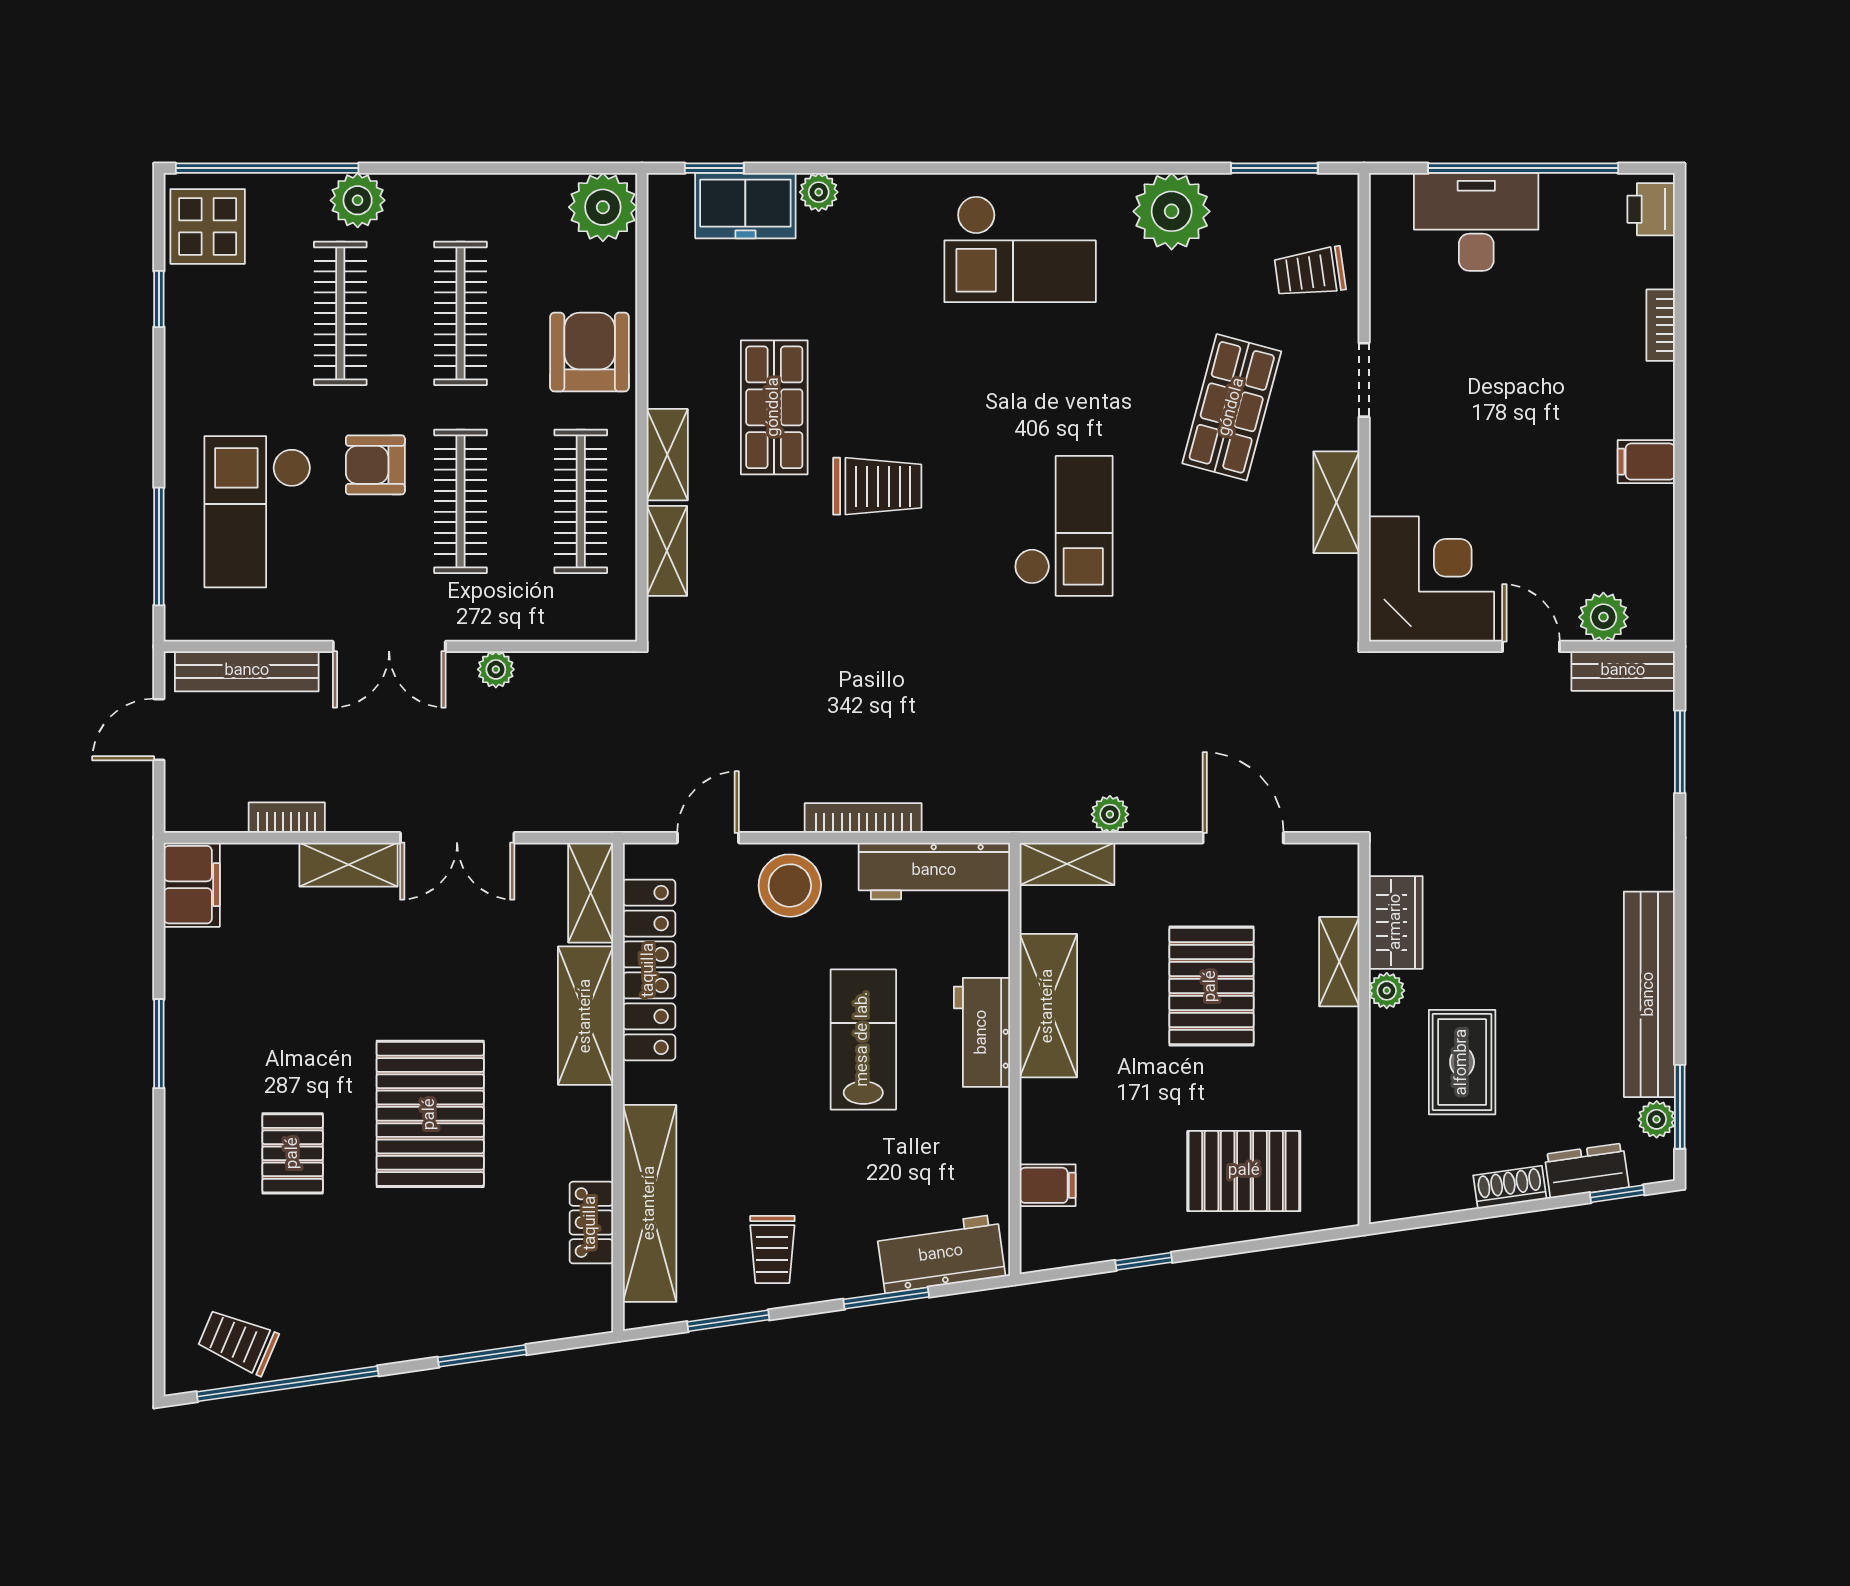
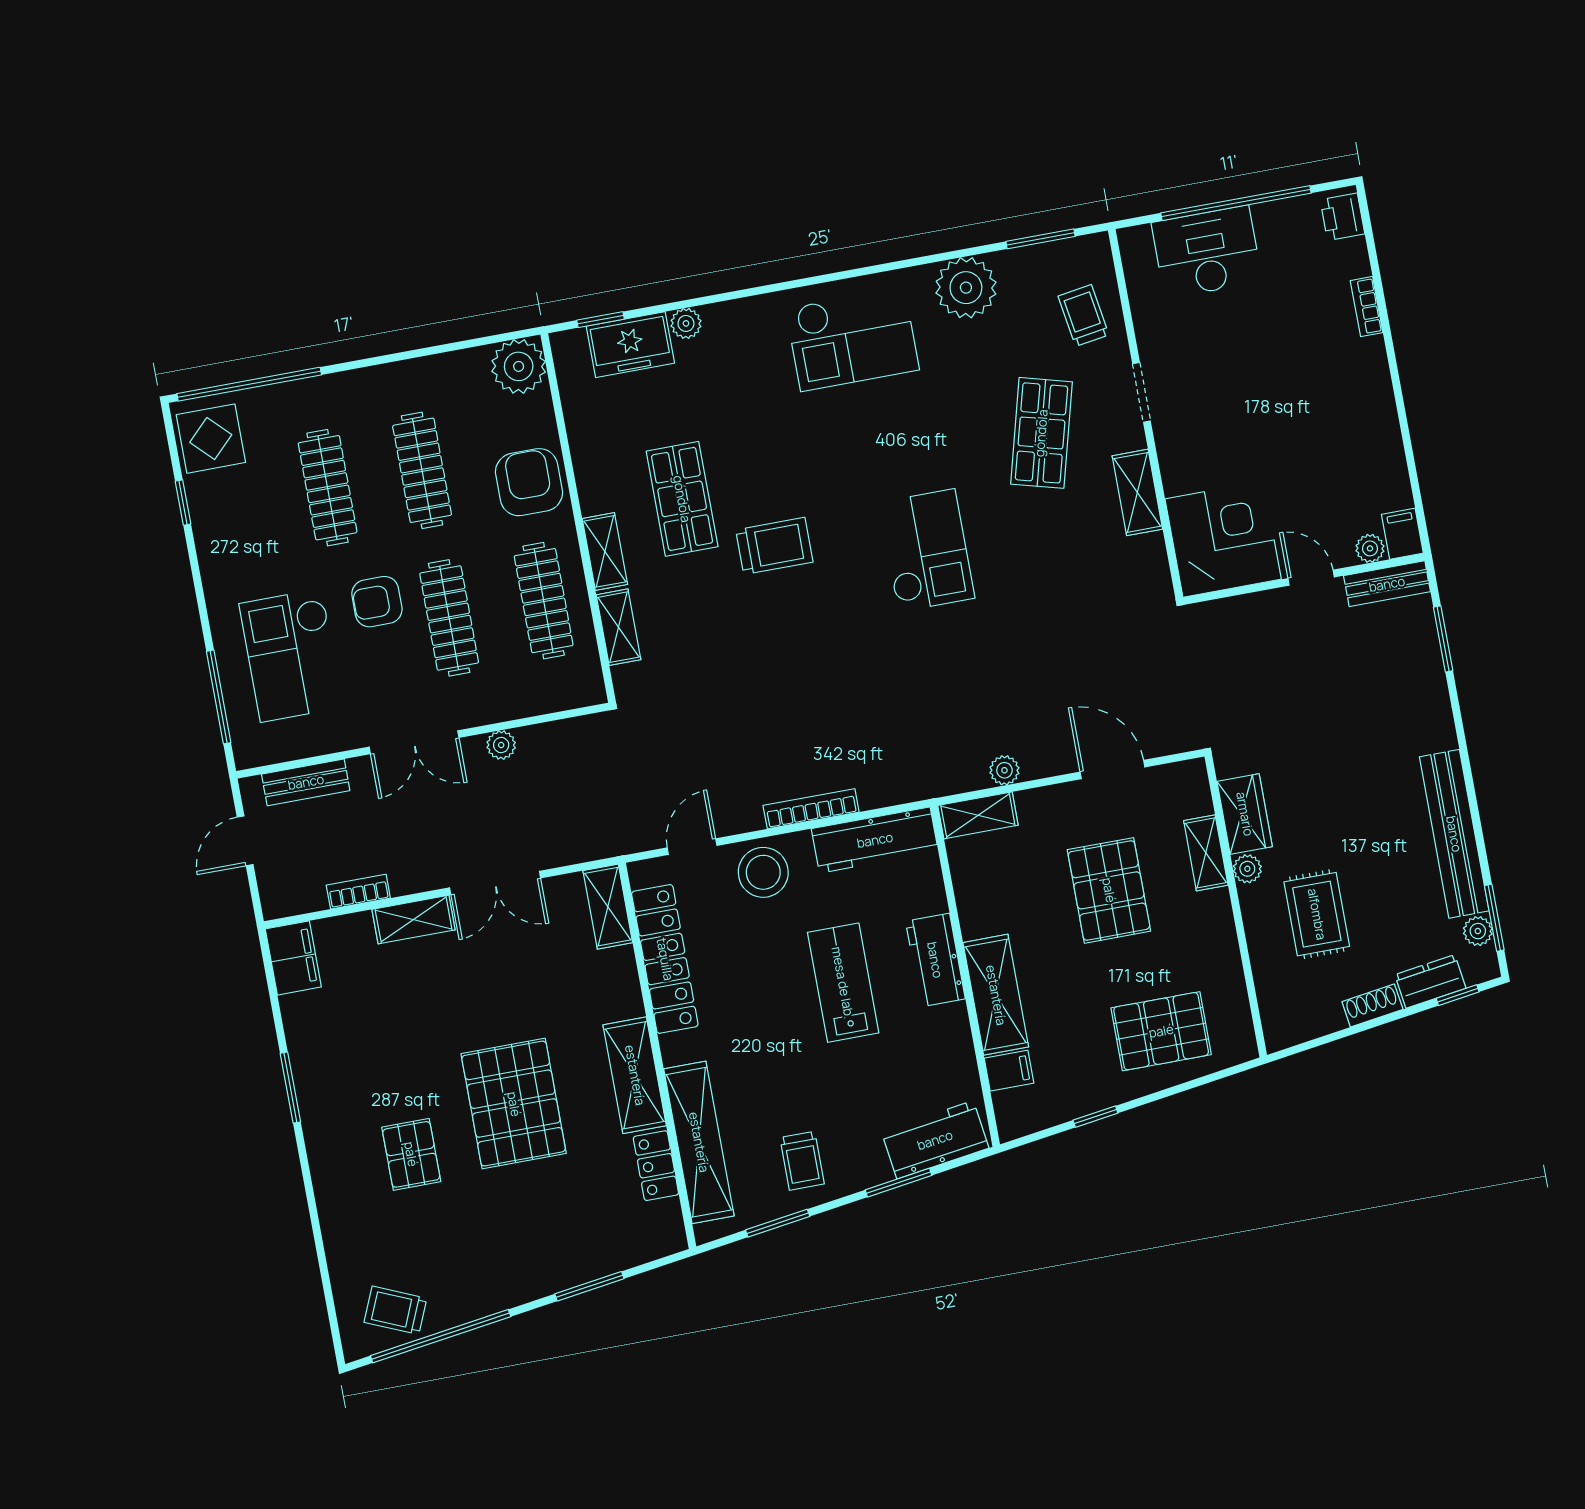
plant: (358, 200) -> (325, 396), removed
trolley: (1310, 272) -> (1083, 316), turned 89
filing cabinet: (1646, 462) -> (1402, 534), moved, turned 90
plant: (1603, 617) -> (1370, 548), width x0.73, depth x0.73
bench: (247, 671) -> (306, 782), width x0.73
shelving: (1048, 1006) -> (996, 995), moved
shelving: (586, 1016) -> (635, 1075), moved

